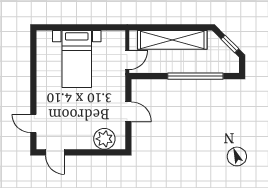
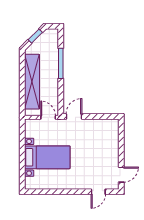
window: (195, 76) -> (61, 63), width x0.68
door: (128, 112) -> (74, 116), moved
plant: (104, 139) -> (110, 135), removed

